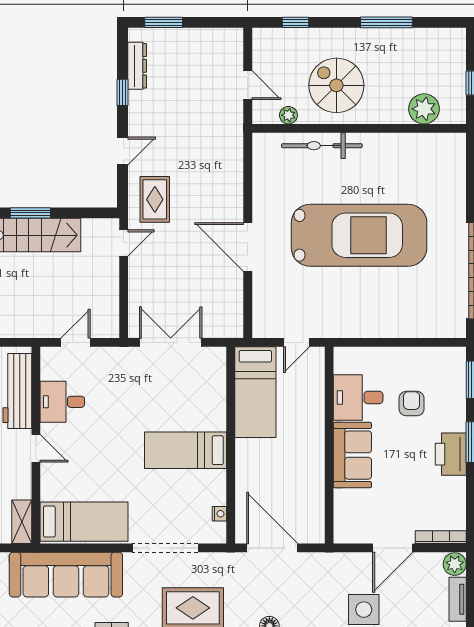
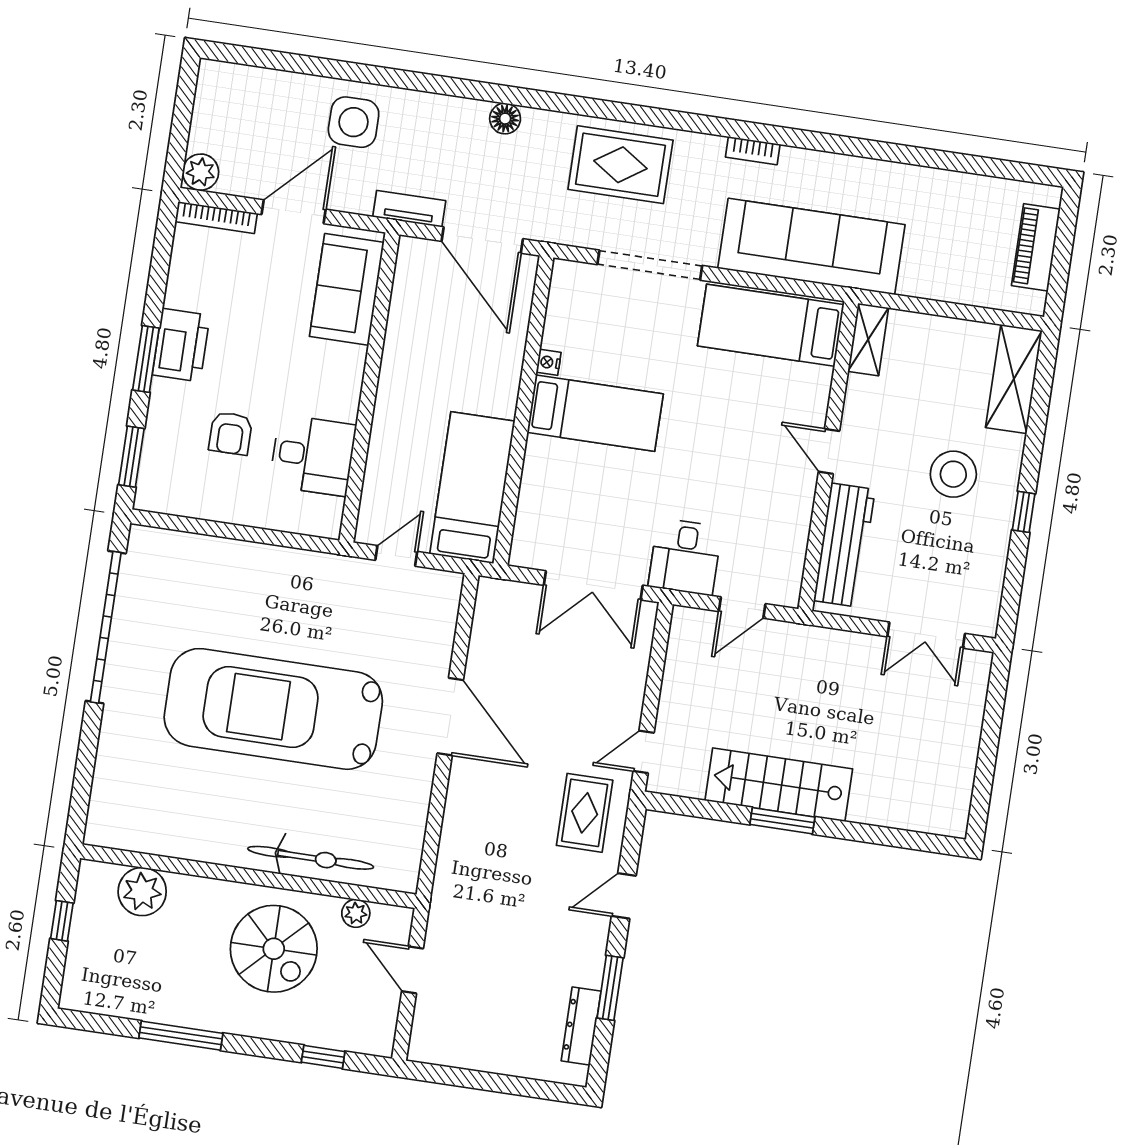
window: (164, 22) -> (529, 1088), removed
window: (122, 92) -> (610, 988), width x1.50
desk: (62, 402) -> (685, 557), moved, turned 90
sofa: (352, 455) -> (347, 289), moved
nightstand: (219, 514) -> (549, 362), moved
tv unit: (458, 599) -> (409, 209), moved, turned -90

